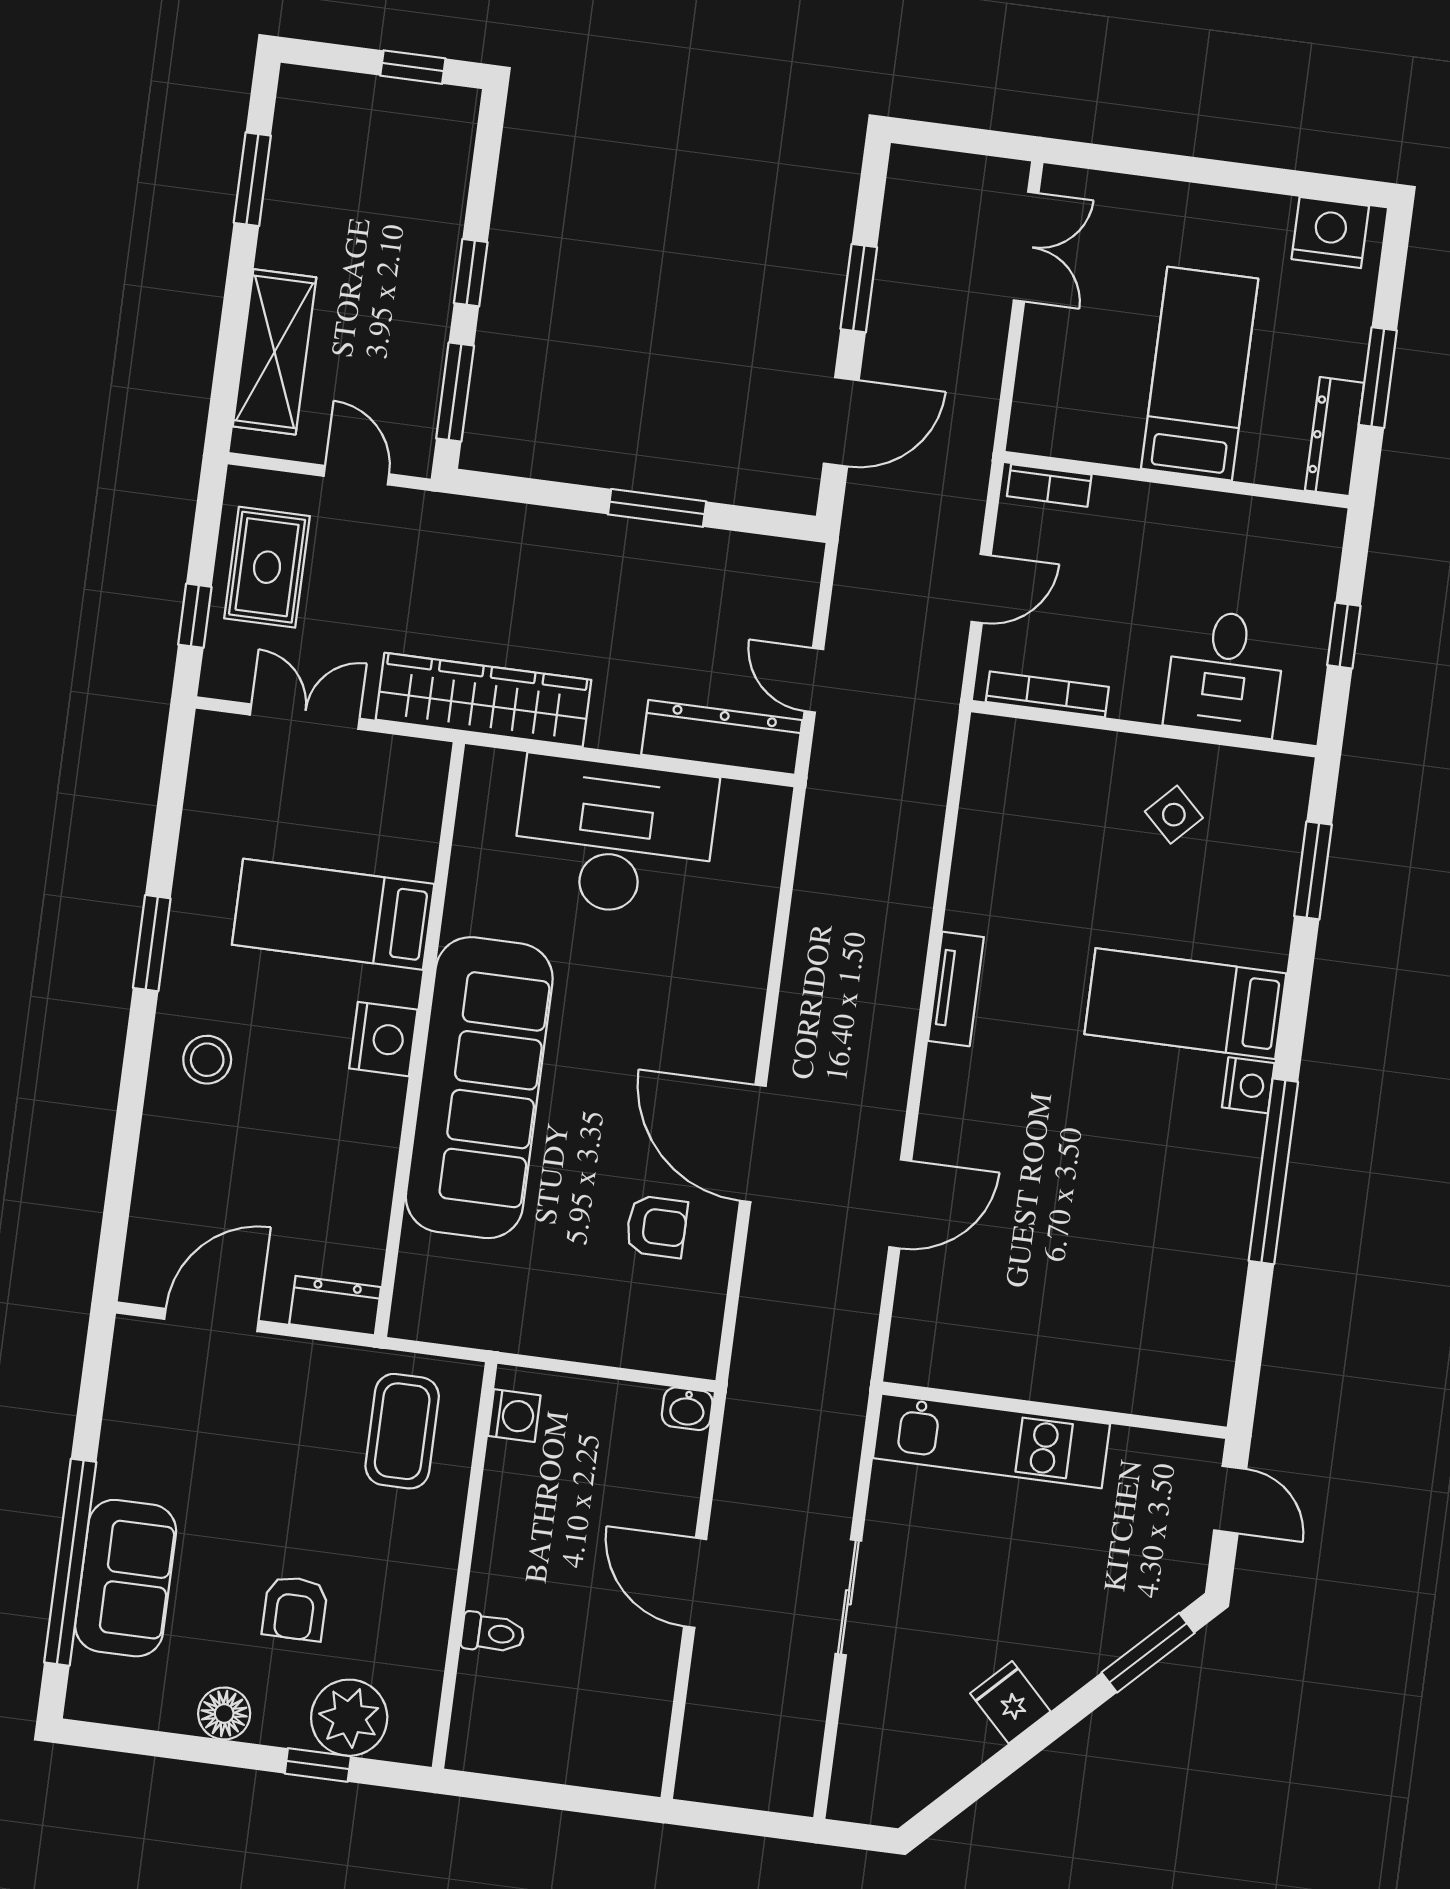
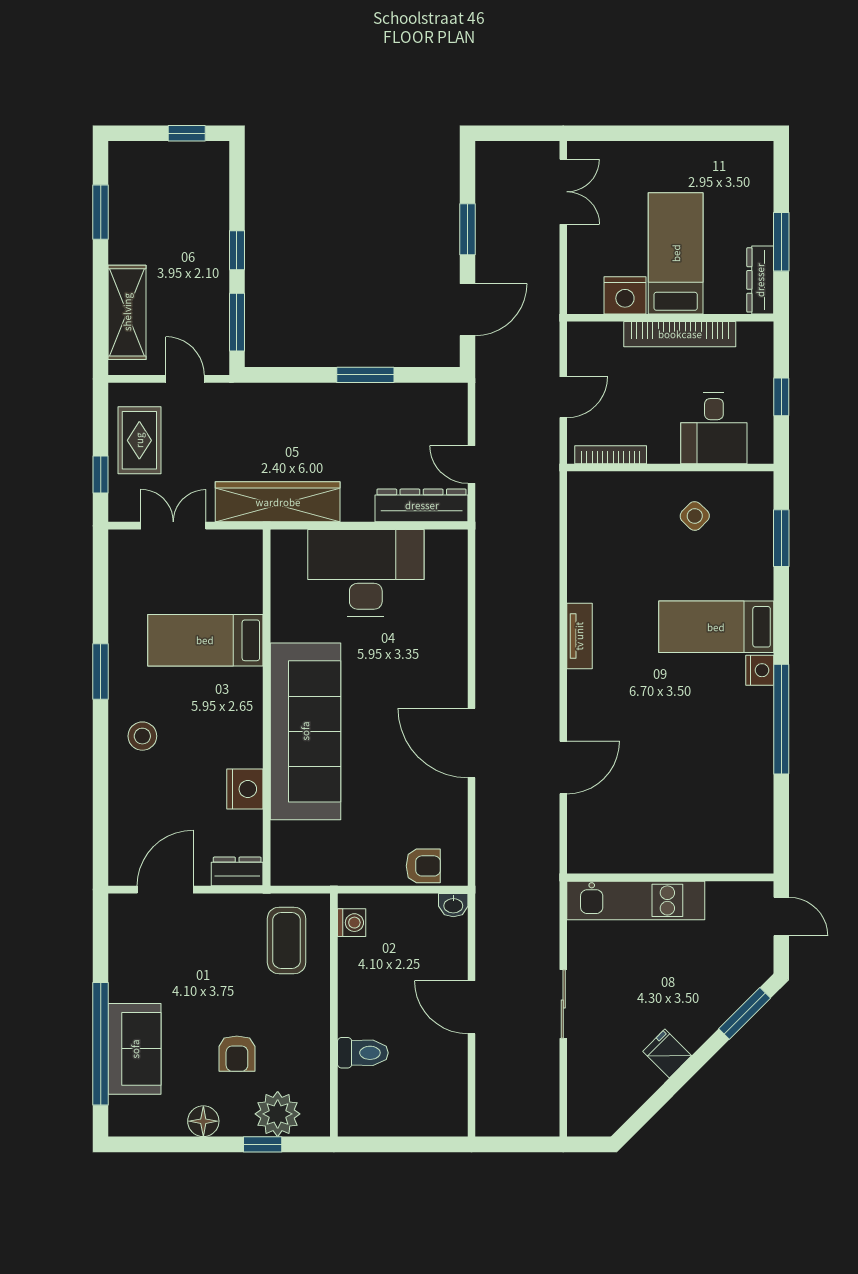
nightstand: (1330, 232) -> (625, 295), moved, turned 180
bookcase: (1049, 485) -> (680, 334), moved, width x2.31, depth x1.31
nightstand: (383, 1039) -> (245, 789), moved
armchair: (656, 1227) -> (423, 866), moved
toilet: (493, 1633) -> (363, 1053), width x1.37, depth x1.39

